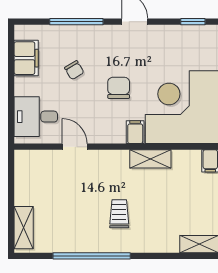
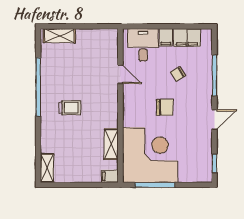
filing cabinet: (135, 132) -> (166, 37), moved, turned 90
door: (75, 147) -> (120, 74), hinge flipped
shelving: (150, 159) -> (111, 144), moved

